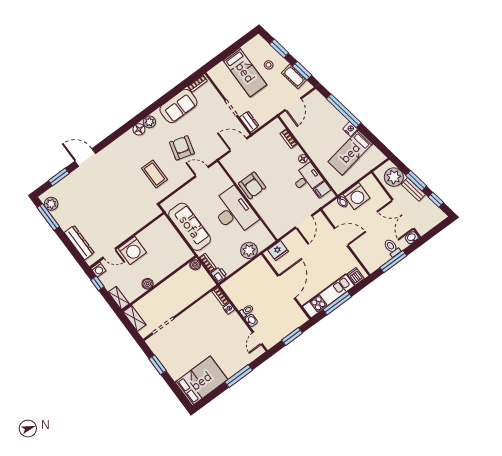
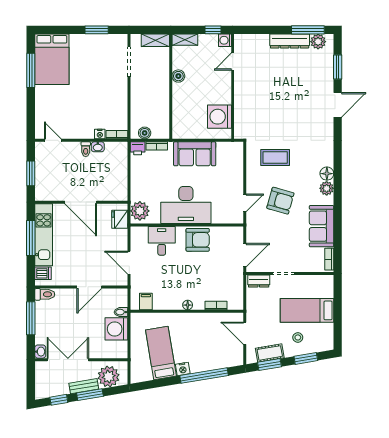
desk: (307, 178) -> (162, 241), moved, turned 180
armchair: (252, 185) -> (198, 240), turned 180
sofa: (190, 227) -> (195, 154), width x0.73
dresser: (79, 243) -> (290, 41), moved
toilet: (392, 248) -> (45, 294), moved
washing machine: (132, 250) -> (219, 117), moved
plant: (249, 250) -> (140, 211), moved
boiler: (195, 265) -> (145, 133), moved
washbasin: (251, 320) -> (98, 147), moved
window: (239, 376) -> (31, 70), moved

